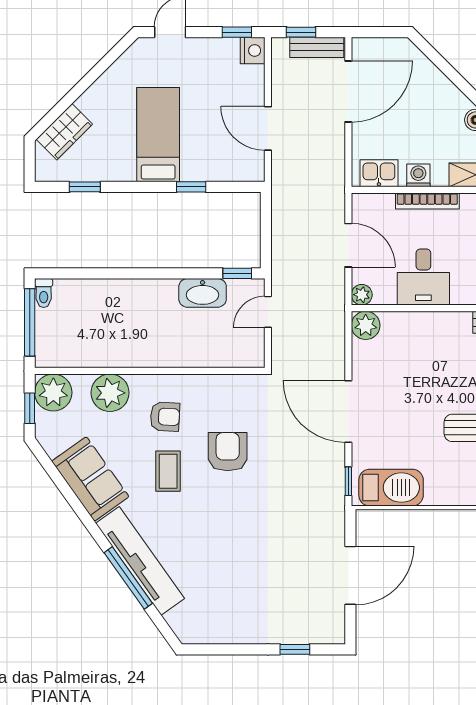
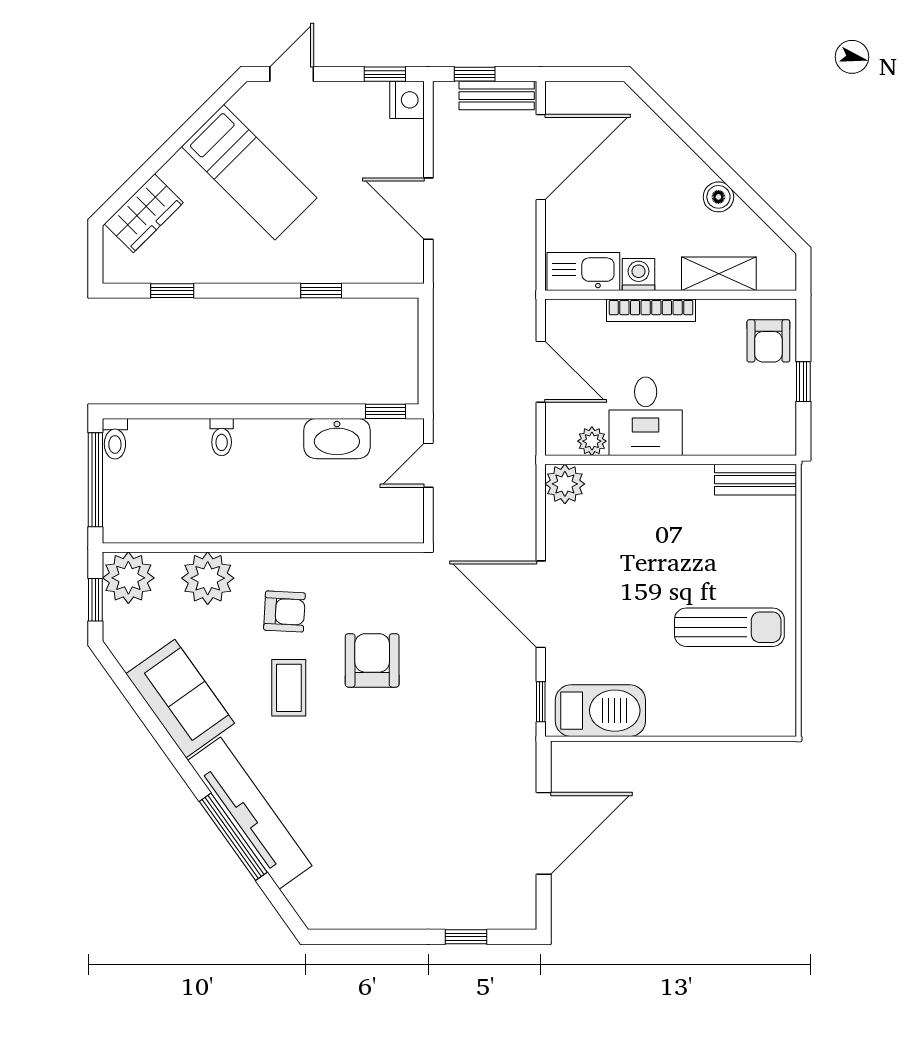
bed: (158, 135) -> (249, 172), moved, turned 135
kitchen sink: (379, 173) -> (583, 271), width x1.38
toilet: (120, 292) -> (222, 437), added
plant: (362, 295) -> (592, 441), moved

